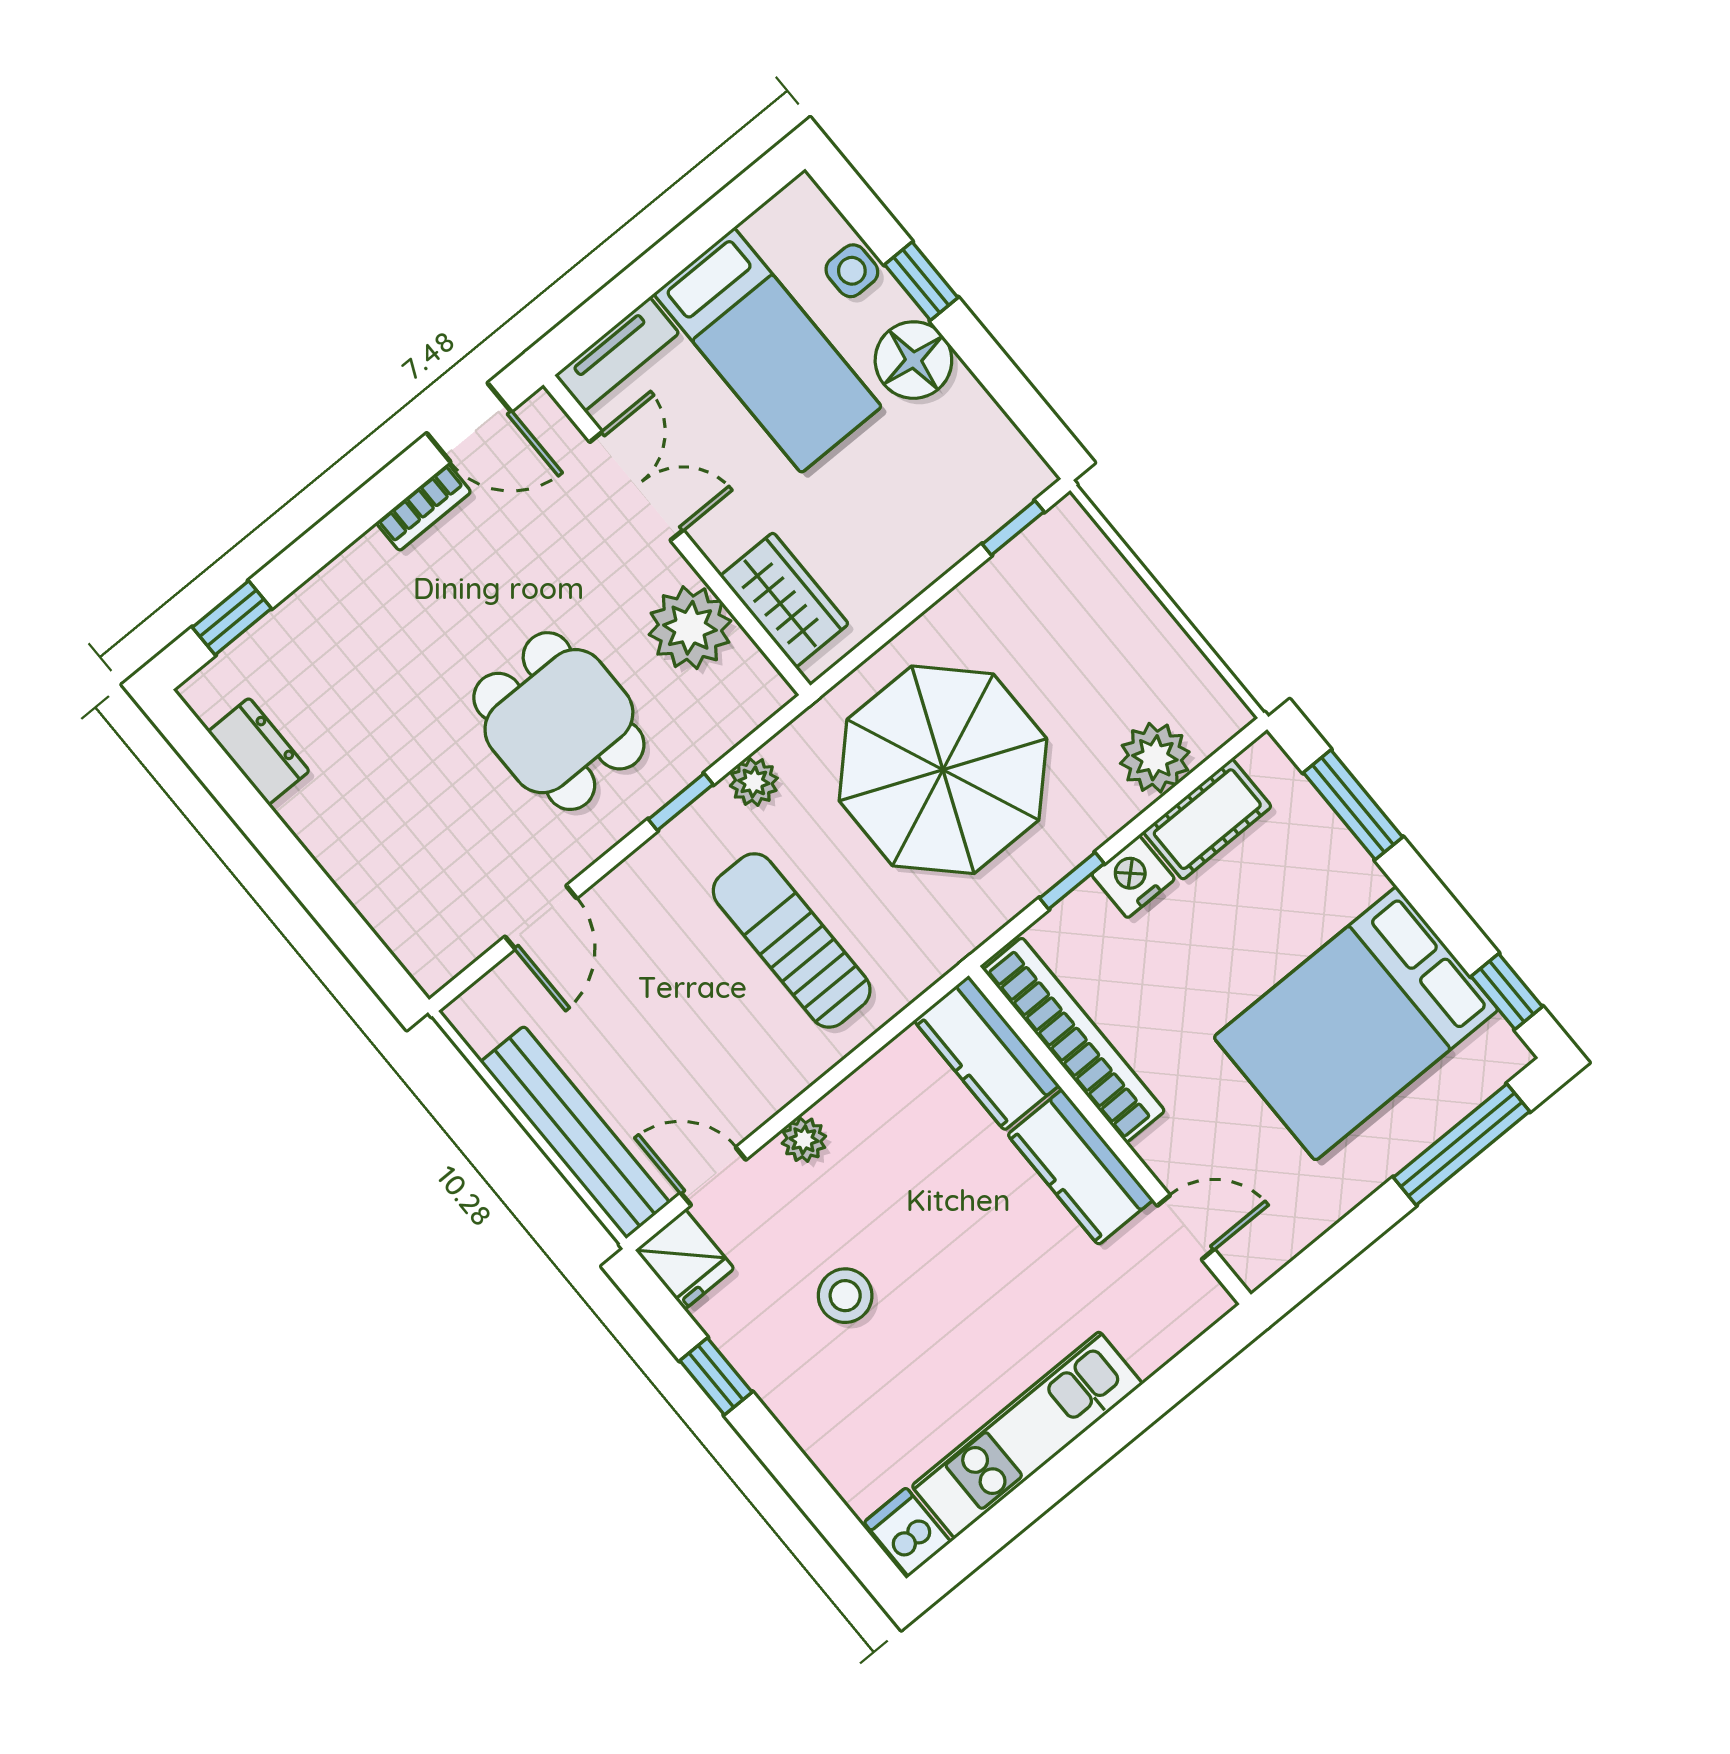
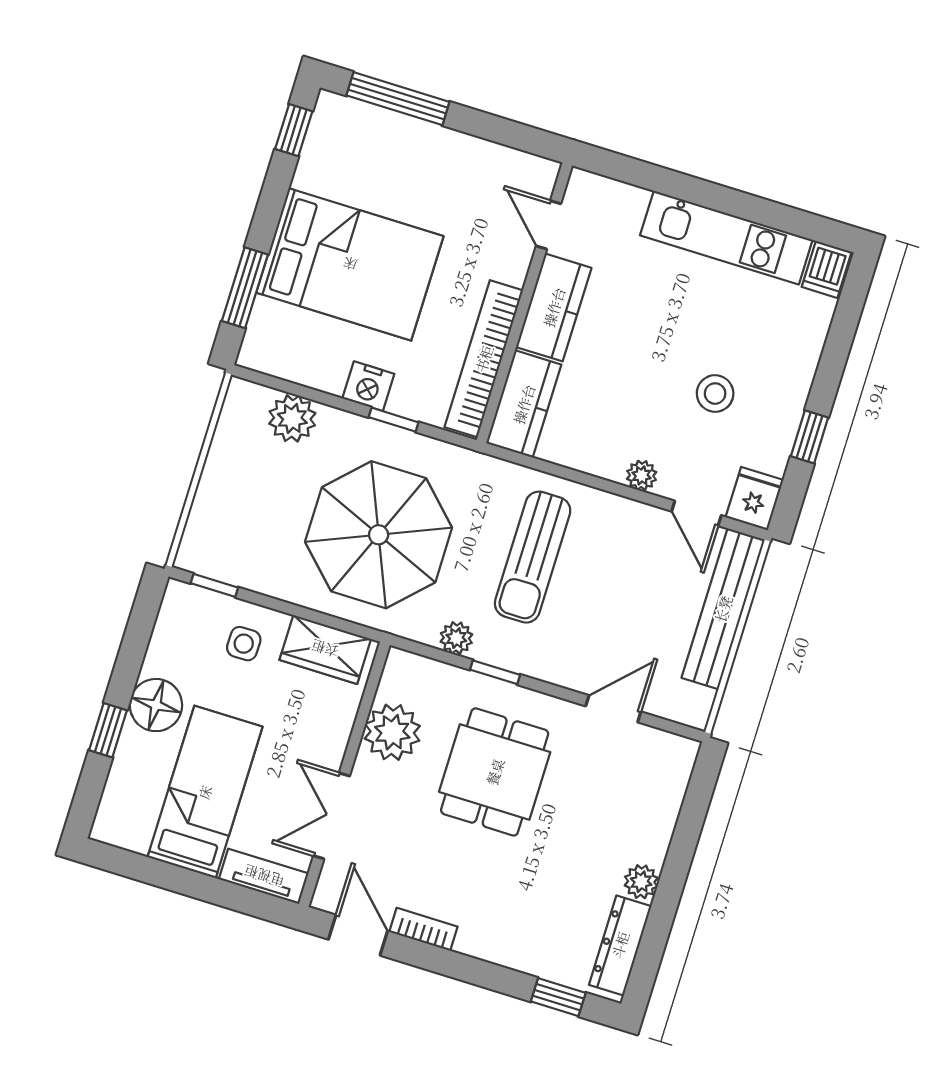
side table: (852, 271) -> (244, 644), moved
wardrobe: (784, 600) -> (325, 649), moved, turned -90
dresser: (259, 751) -> (620, 945), width x1.44
plant: (307, 812) -> (641, 882), added
cot: (1207, 819) -> (308, 365), removed
bed: (1356, 1023) -> (350, 264), moved

